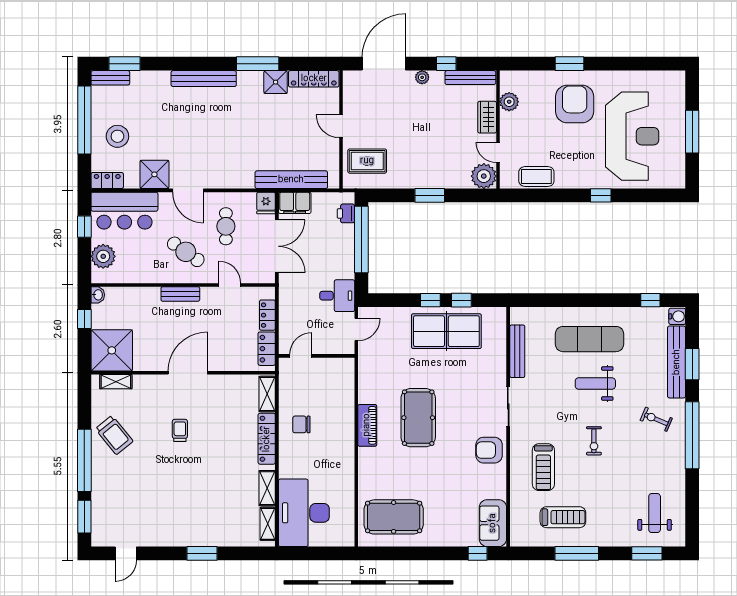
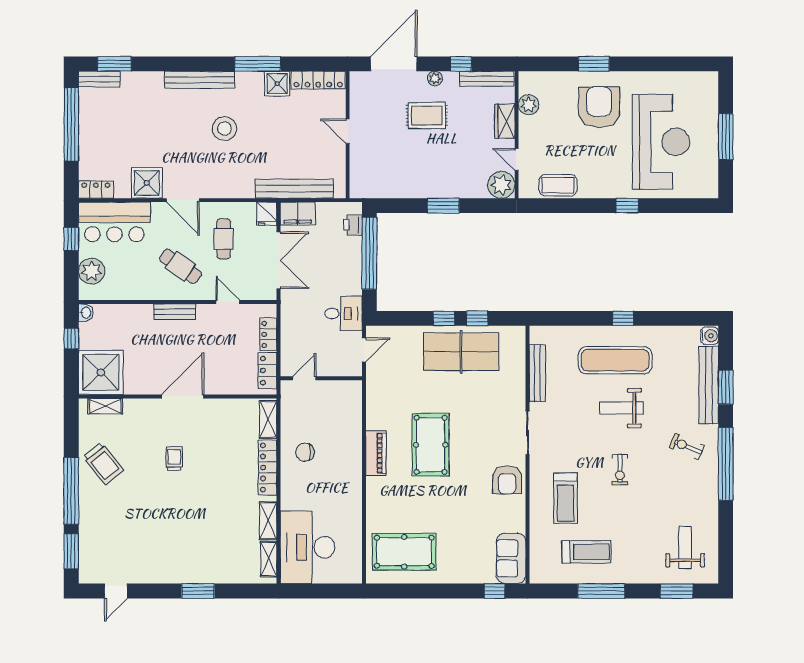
stool: (117, 136) -> (224, 129), moved
rug: (367, 161) -> (427, 116), moved
window: (650, 300) -> (623, 318), moved
armchair: (489, 450) -> (507, 480), turned -90

